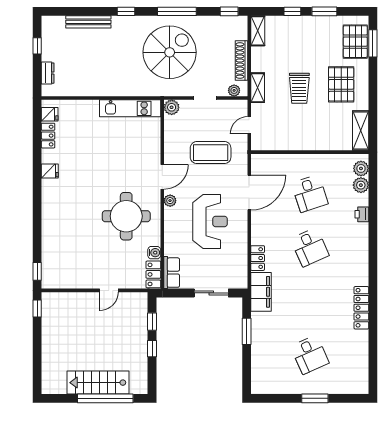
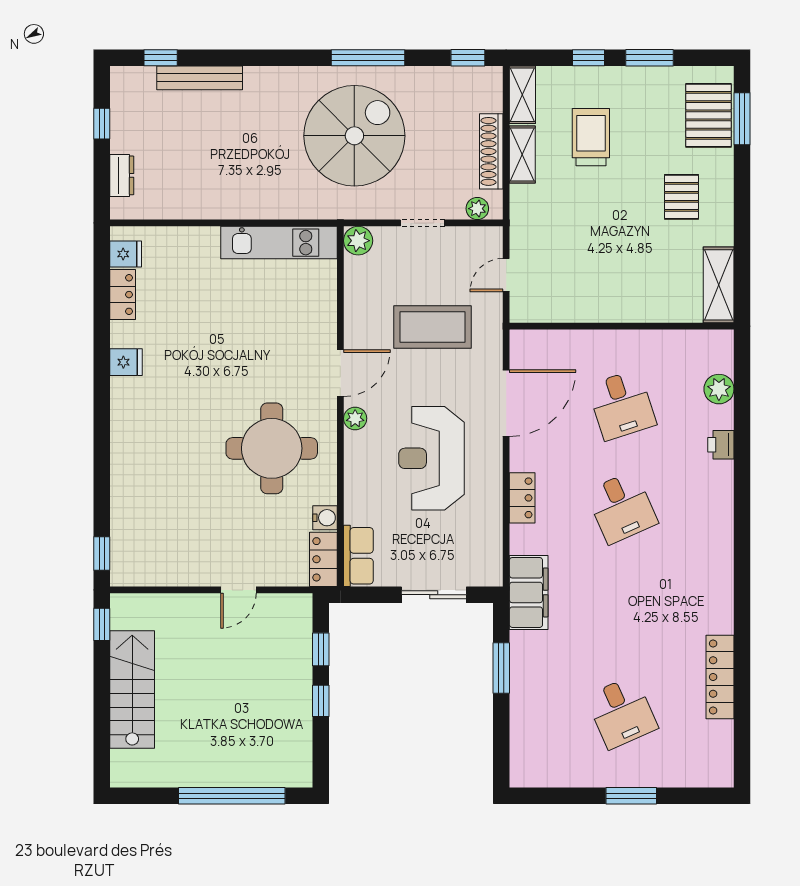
window: (126, 11) -> (161, 58), moved
pallet: (341, 84) -> (681, 197), width x0.67, depth x0.71
shelving: (258, 88) -> (522, 155), moved
trolley: (299, 88) -> (591, 137), moved, turned 180
plant: (361, 168) -> (719, 357), removed
reception desk: (210, 221) -> (432, 458), turned 180
locker: (258, 258) -> (522, 498), moved
locker: (361, 308) -> (720, 677), moved
stairs: (98, 383) -> (132, 689), moved, turned 90

